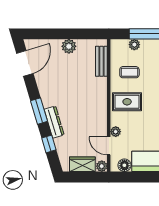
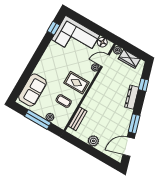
window: (39, 111) -> (134, 124), moved
door: (109, 146) -> (105, 61), swing flipped

